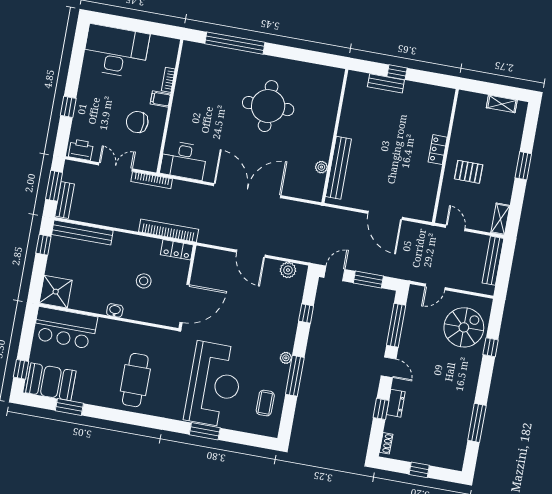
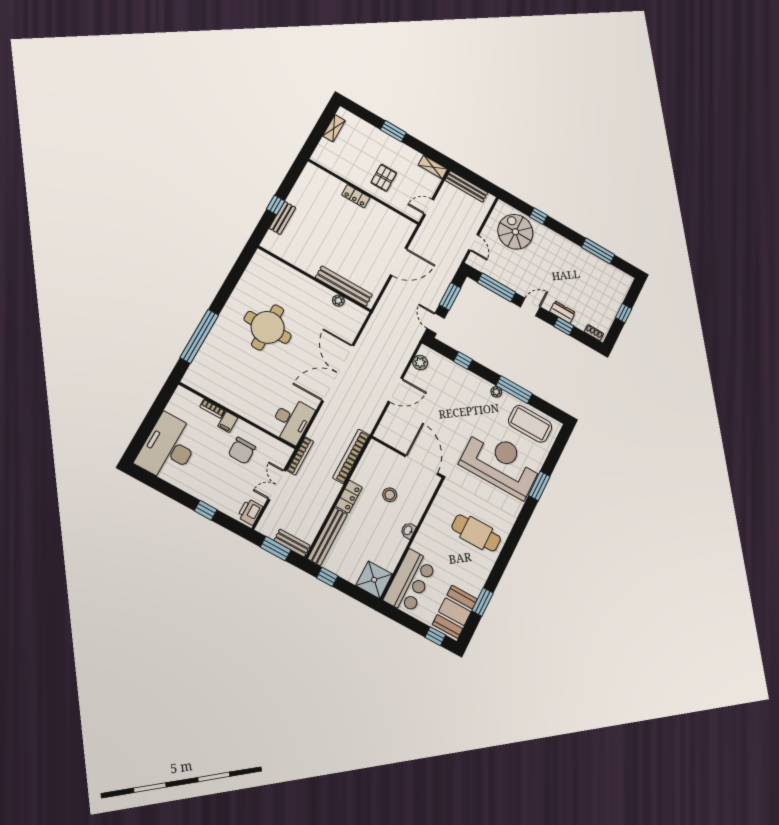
locker: (177, 250) -> (349, 497), moved
coffee table: (265, 403) -> (530, 424), width x1.86, depth x1.72

